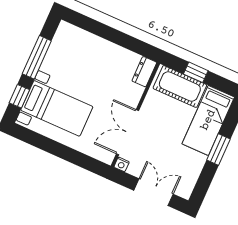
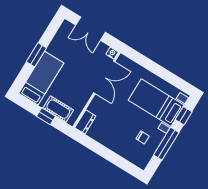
chair: (68, 61) -> (143, 137), added
cot: (180, 87) -> (58, 109), width x0.73, depth x0.75

